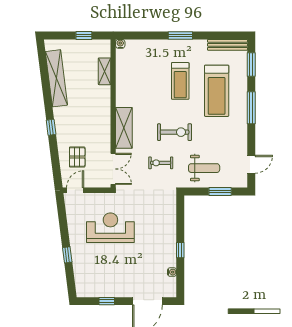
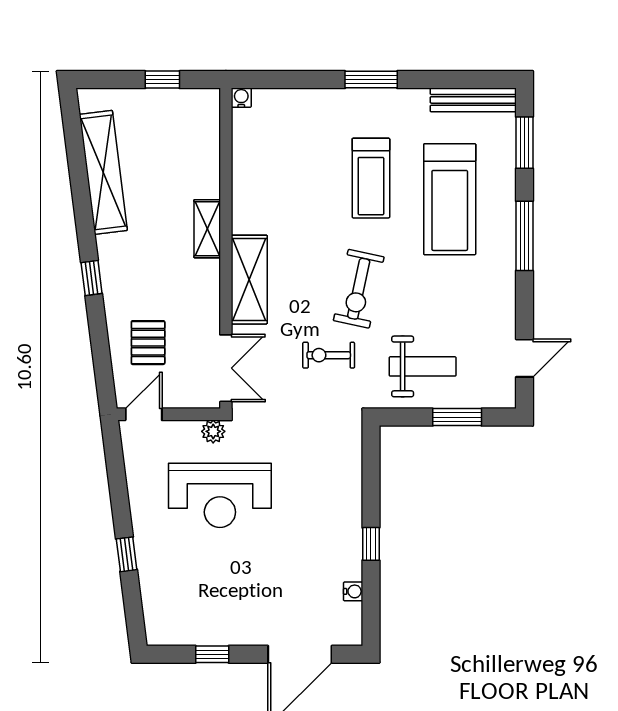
shelving: (104, 71) -> (207, 229), moved
exercise bike: (175, 132) -> (359, 289), turned 102
plant: (107, 198) -> (213, 431), added
reception desk: (110, 228) -> (220, 495), turned 180

